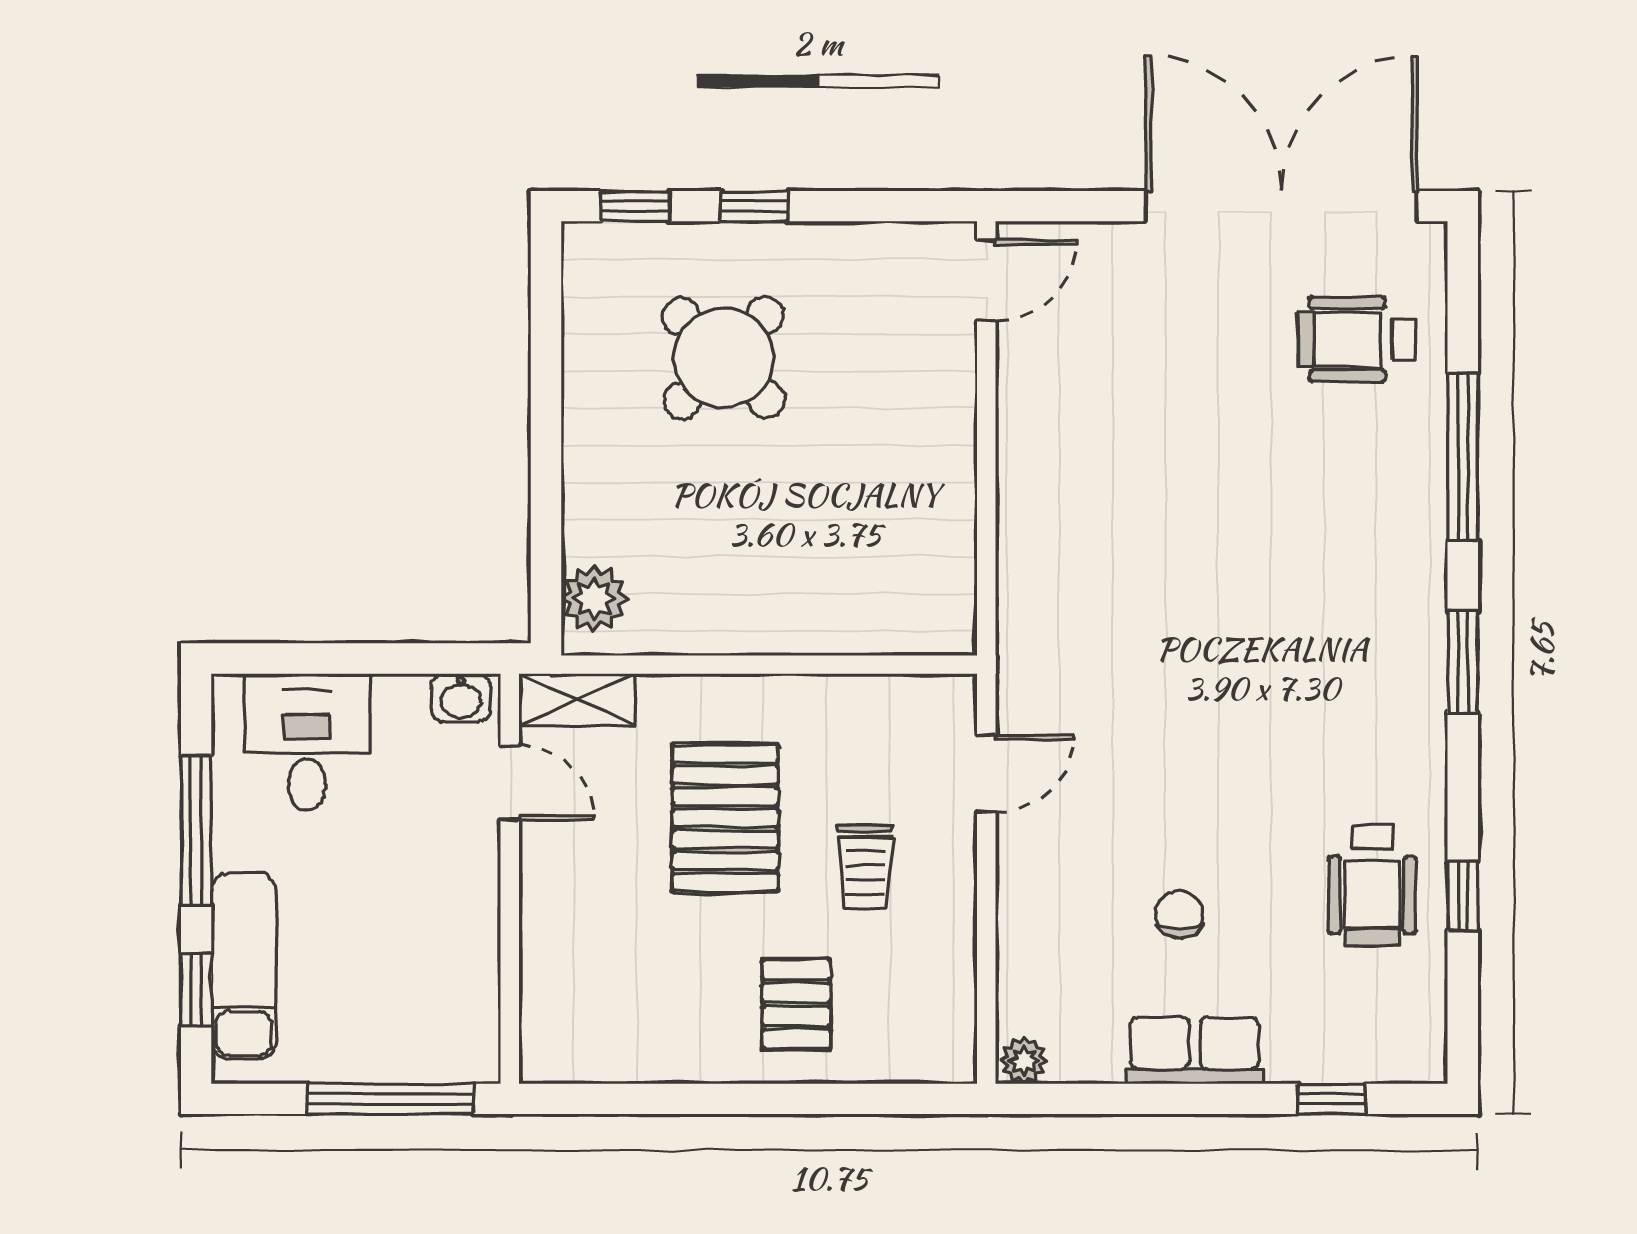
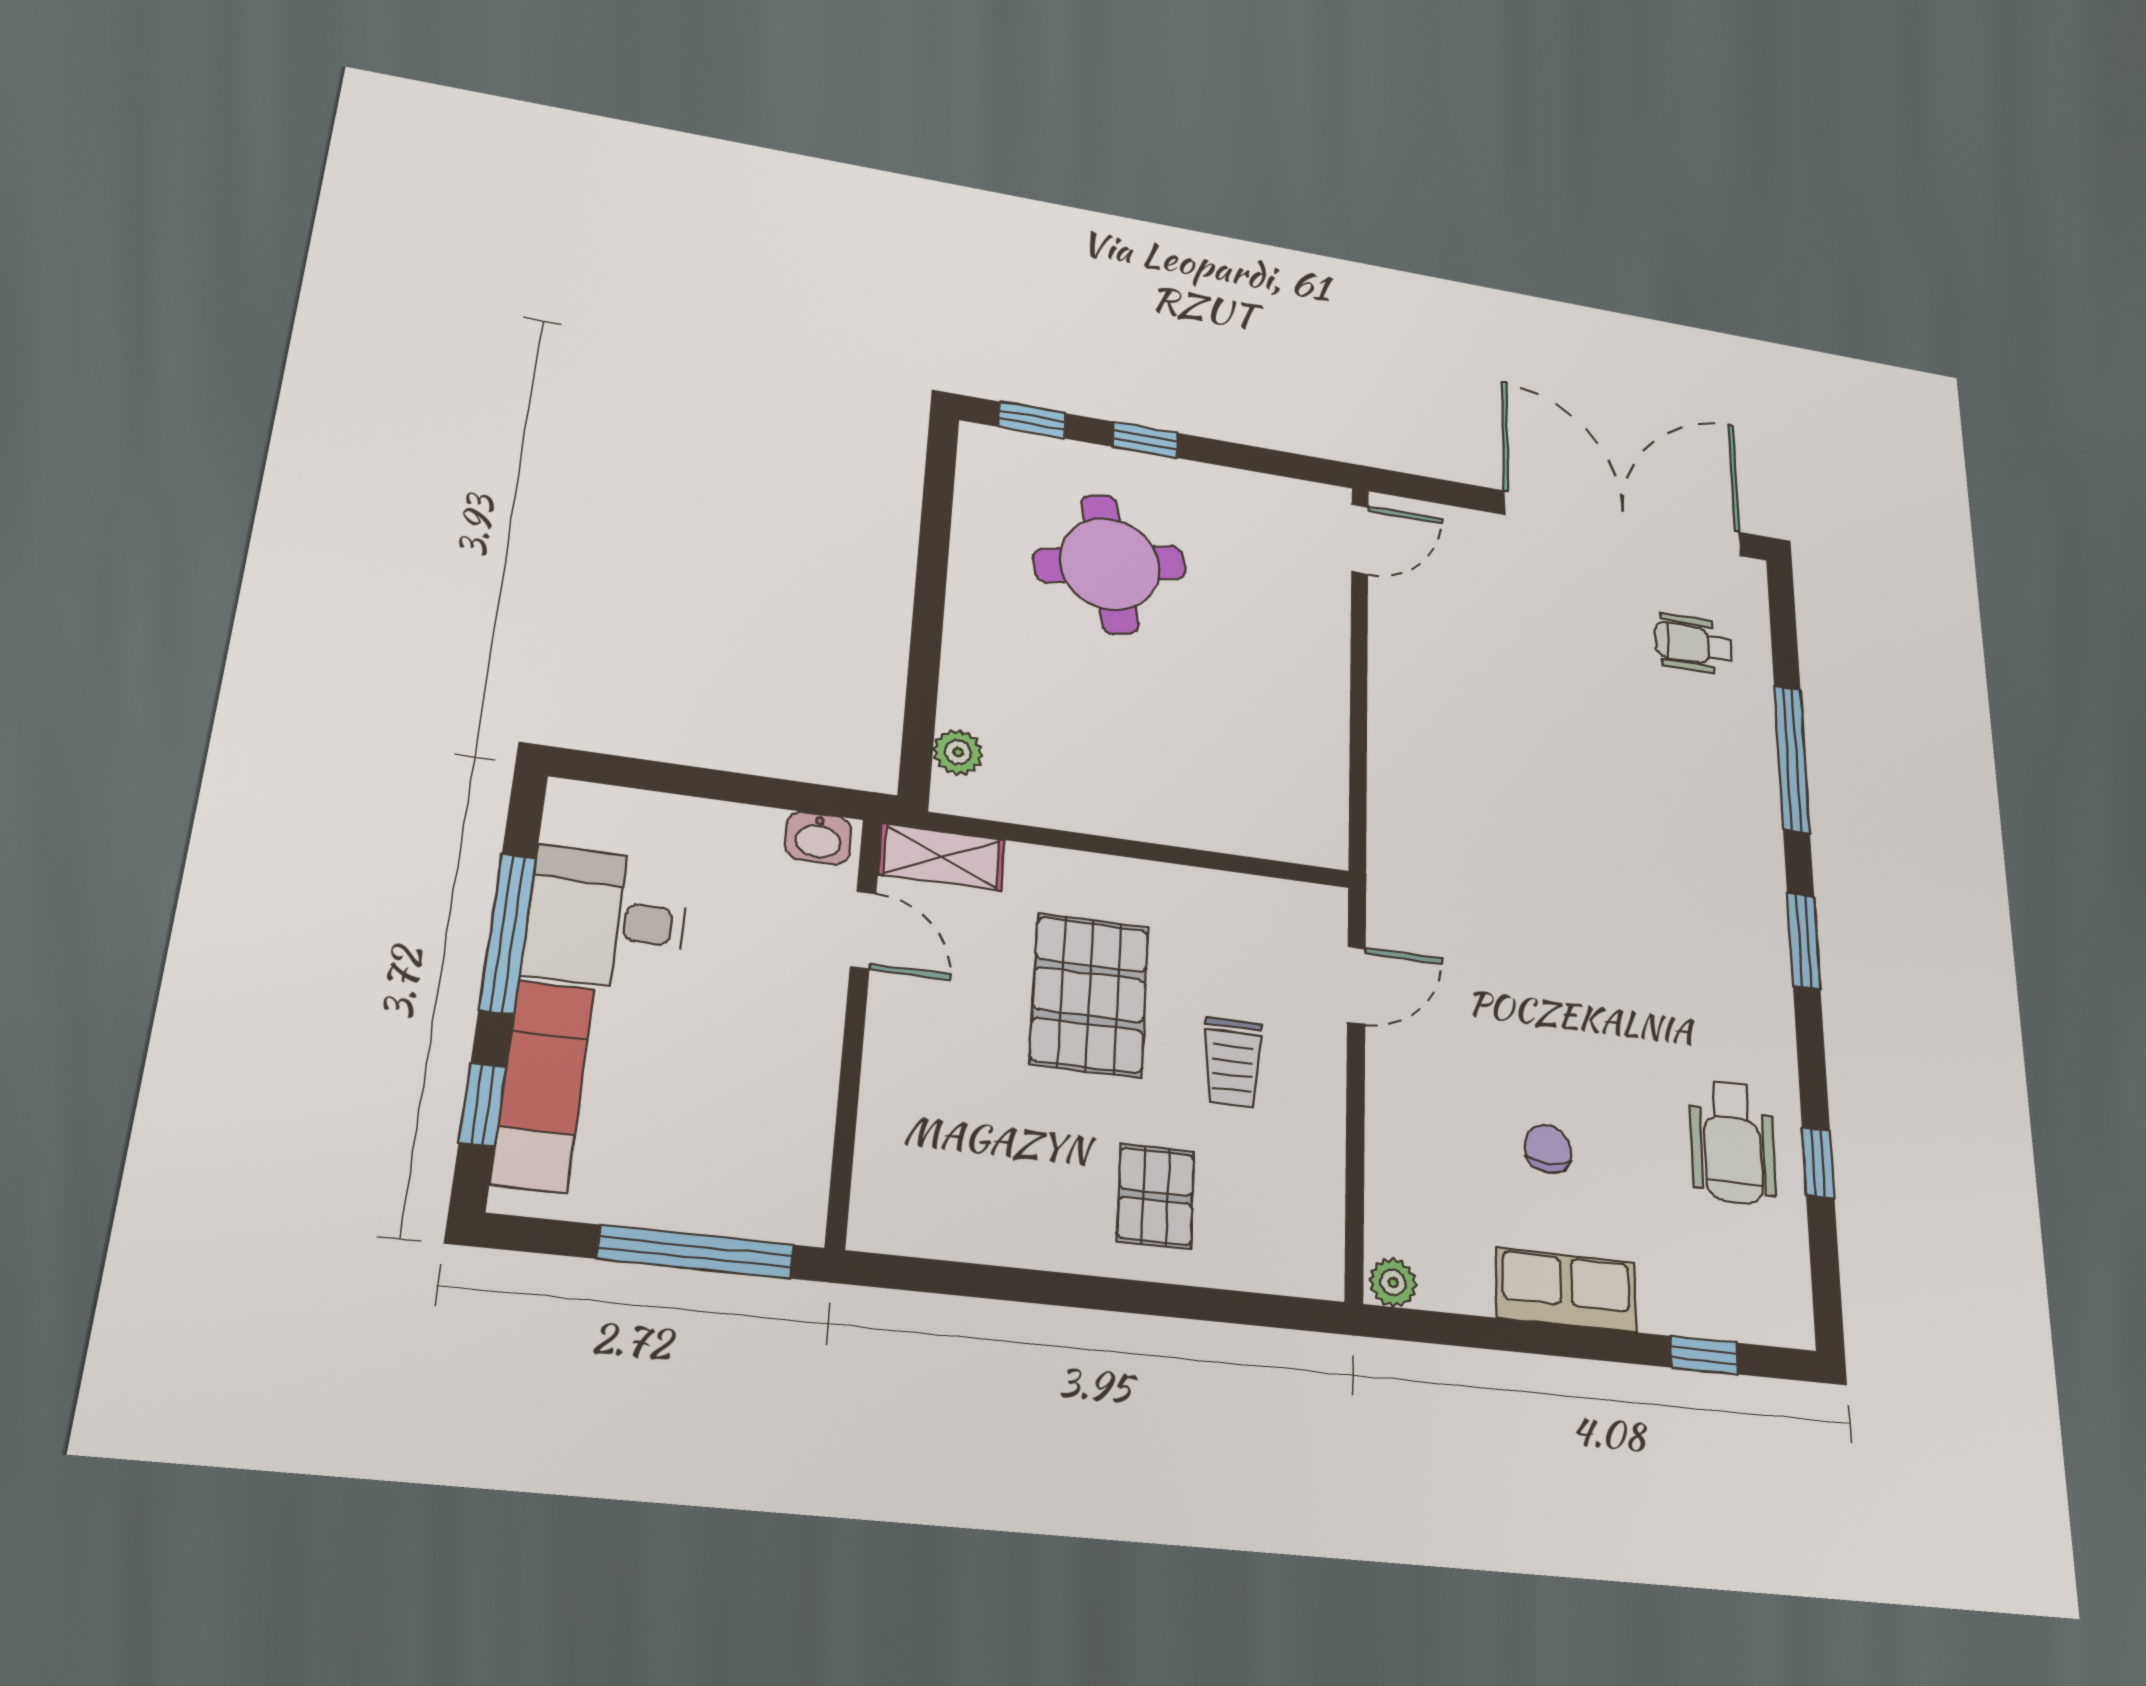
wheelchair: (1357, 339) -> (1693, 644), width x0.73, depth x0.73
round table: (724, 358) -> (1110, 564), turned 34
plant: (594, 599) -> (958, 752), width x0.73, depth x0.73
desk: (307, 742) -> (606, 919), moved, turned -90

